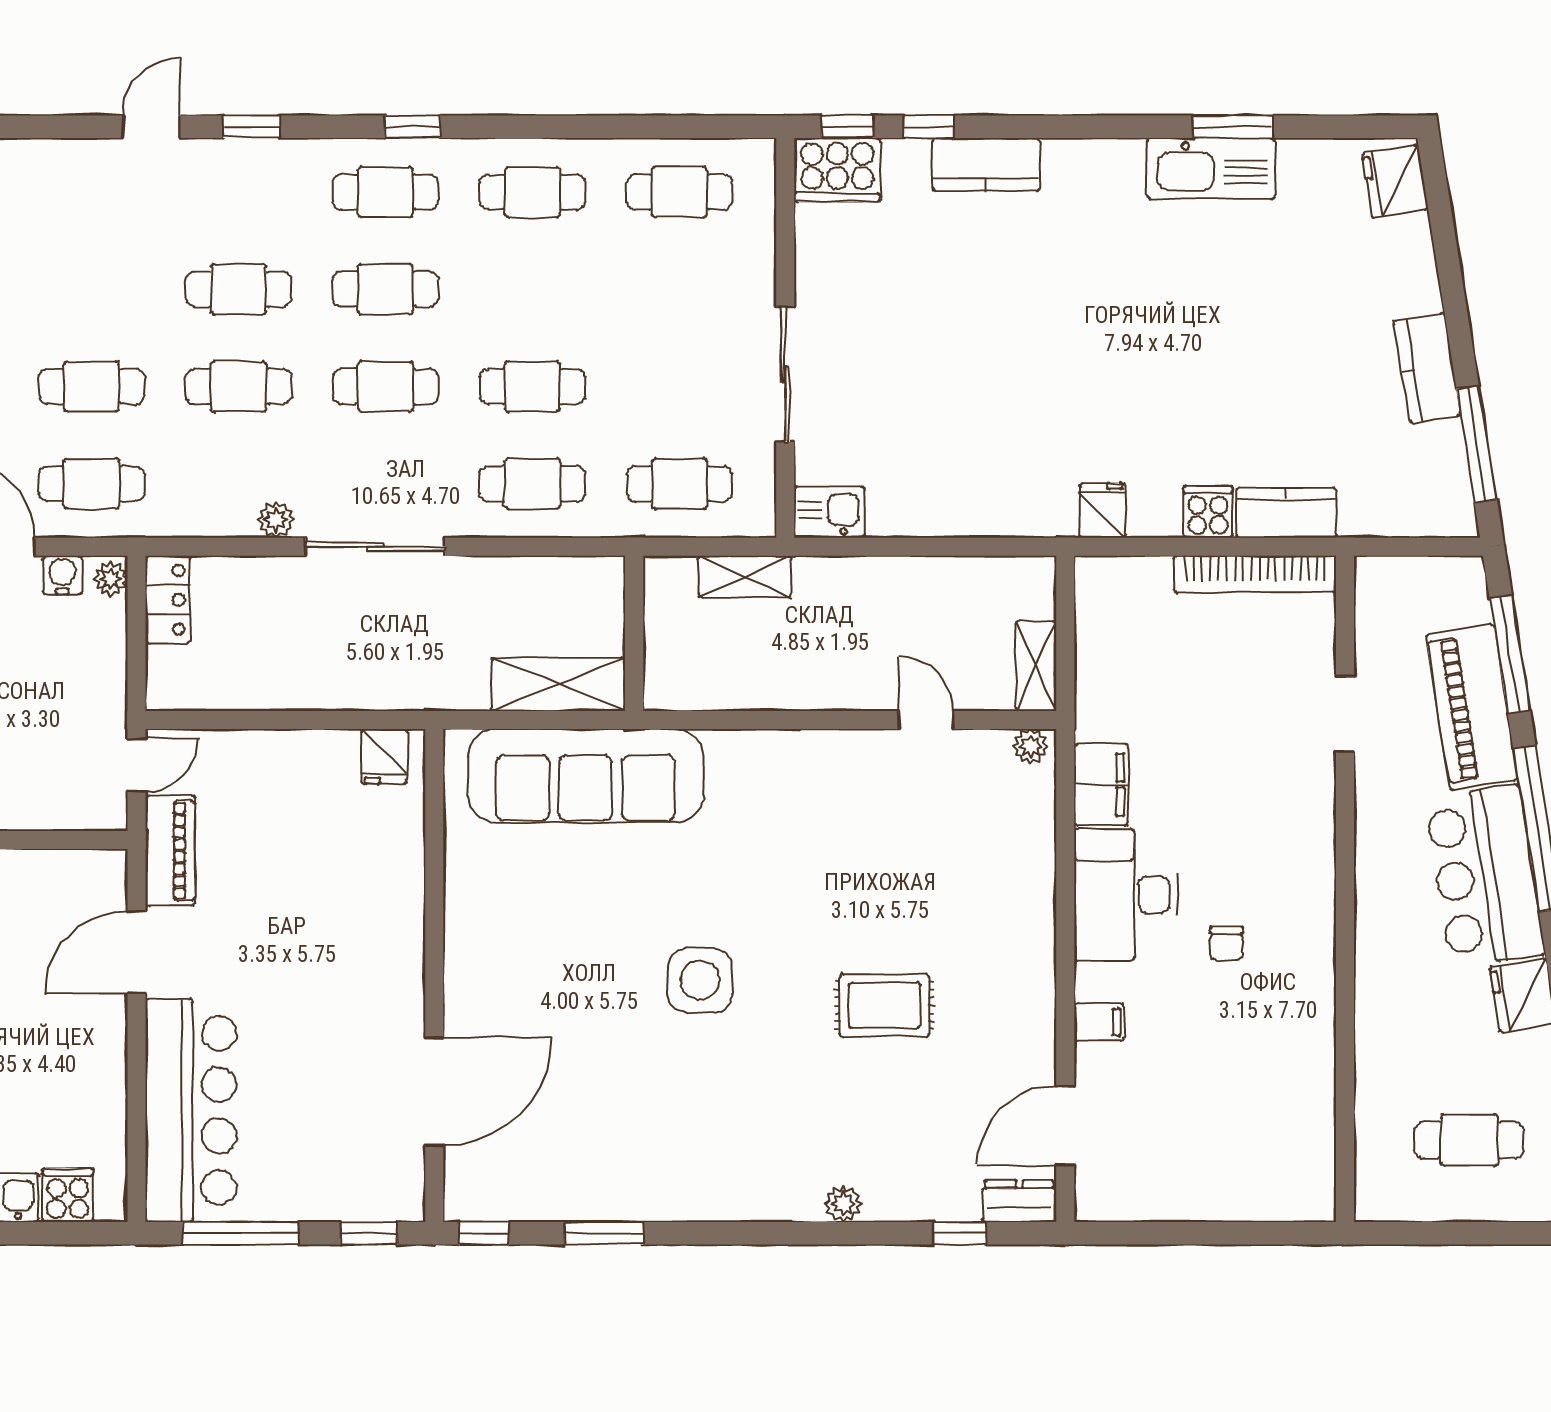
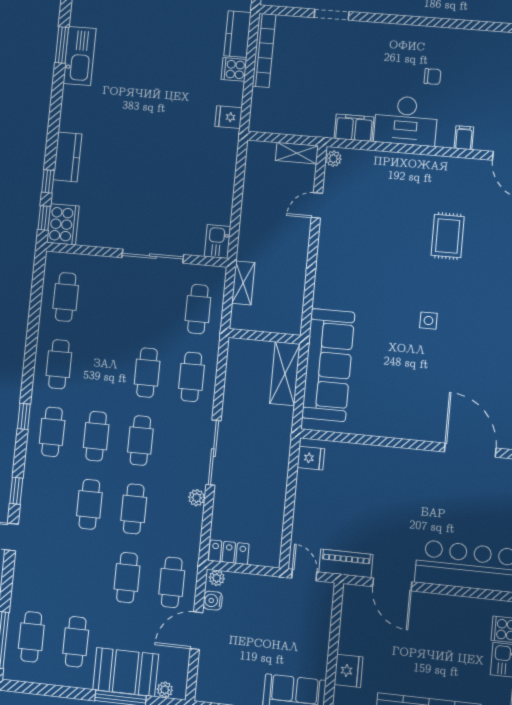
side table: (700, 980) -> (428, 321), width x0.54, depth x0.54

